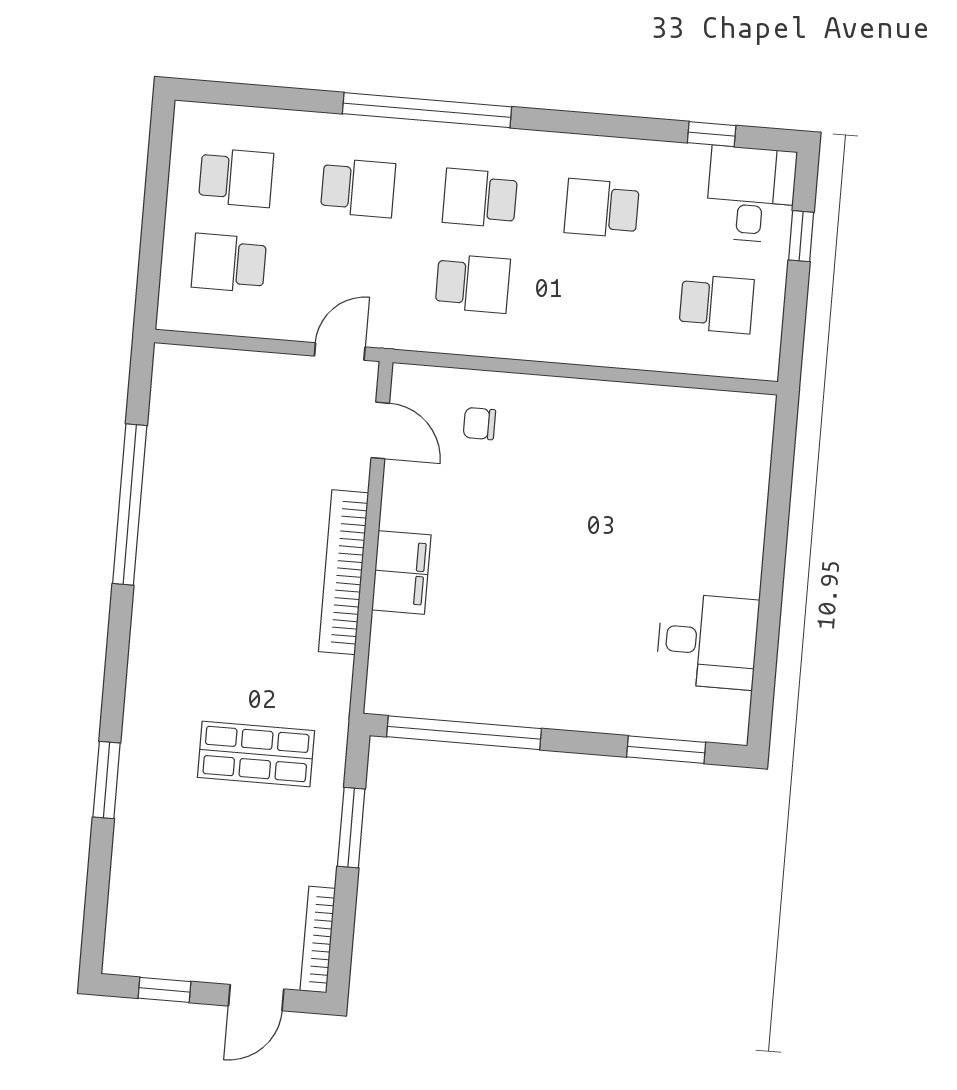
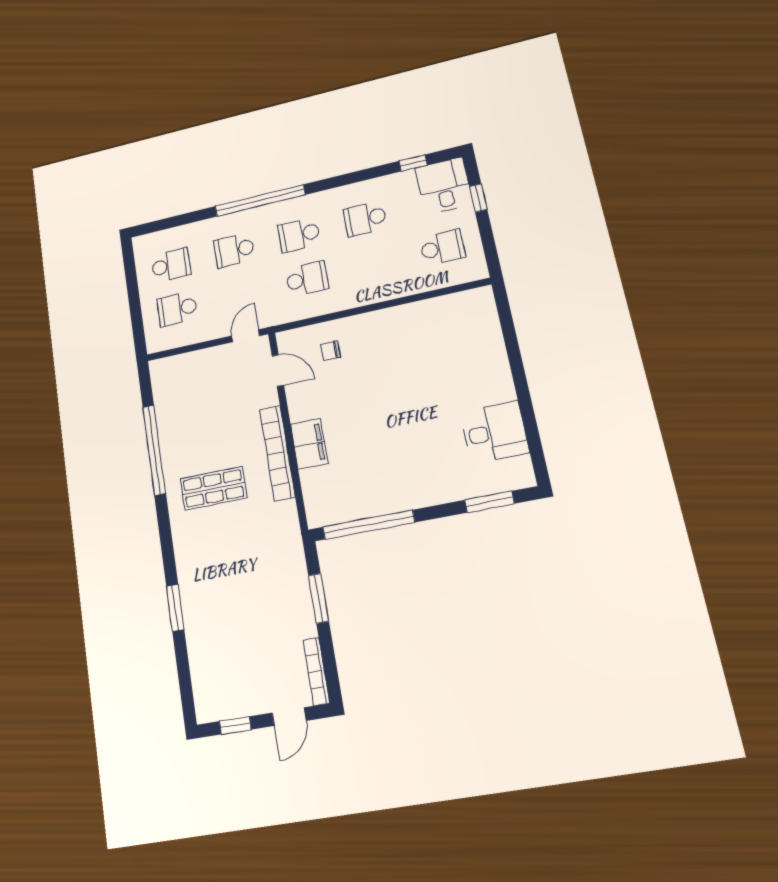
school desk: (358, 188) -> (234, 250), turned 180
shop shelf: (256, 754) -> (213, 488), moved

